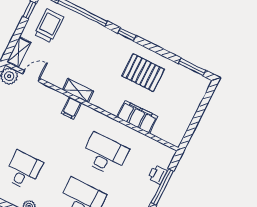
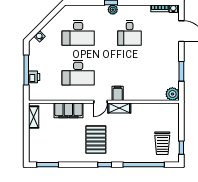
shelving: (19, 52) -> (34, 117), moved
pallet: (143, 73) -> (96, 140), moved, turned 90
door: (31, 76) -> (101, 102), moved

